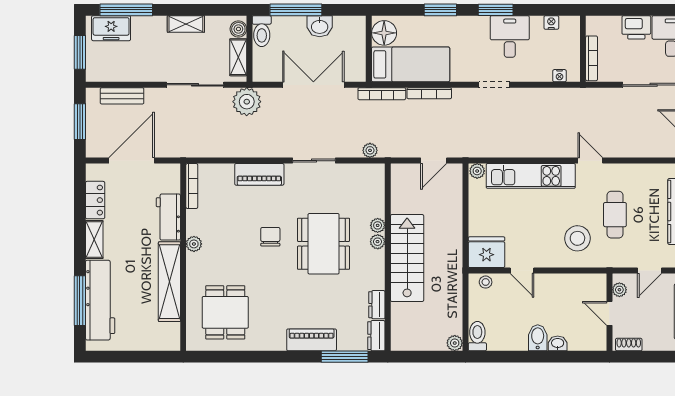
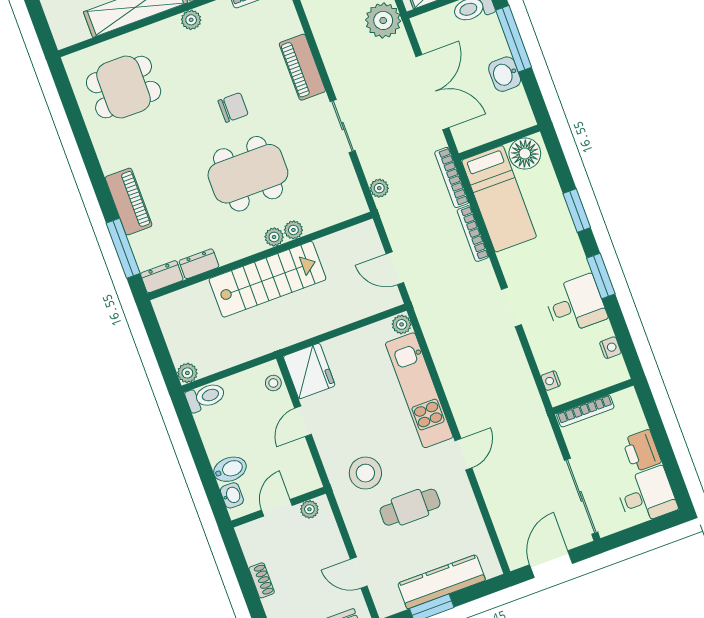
plant: (619, 290) -> (309, 509), moved
wall: (609, 312) -> (278, 507), moved
door: (609, 313) -> (277, 508), moved

